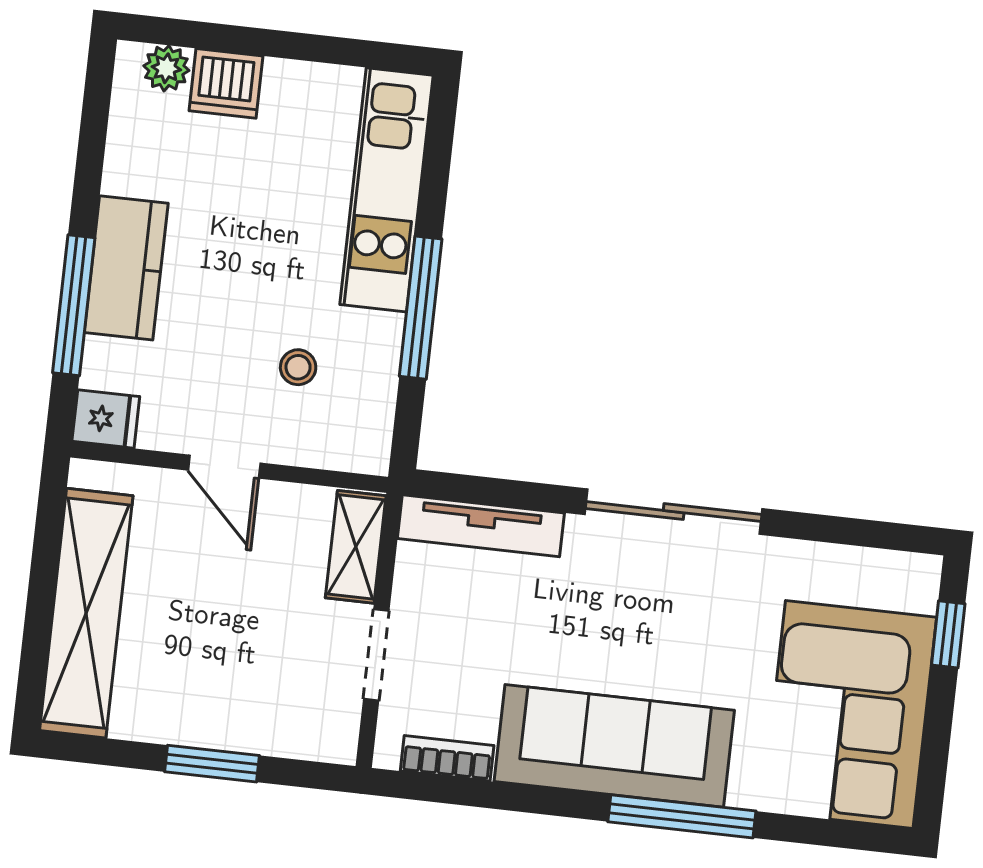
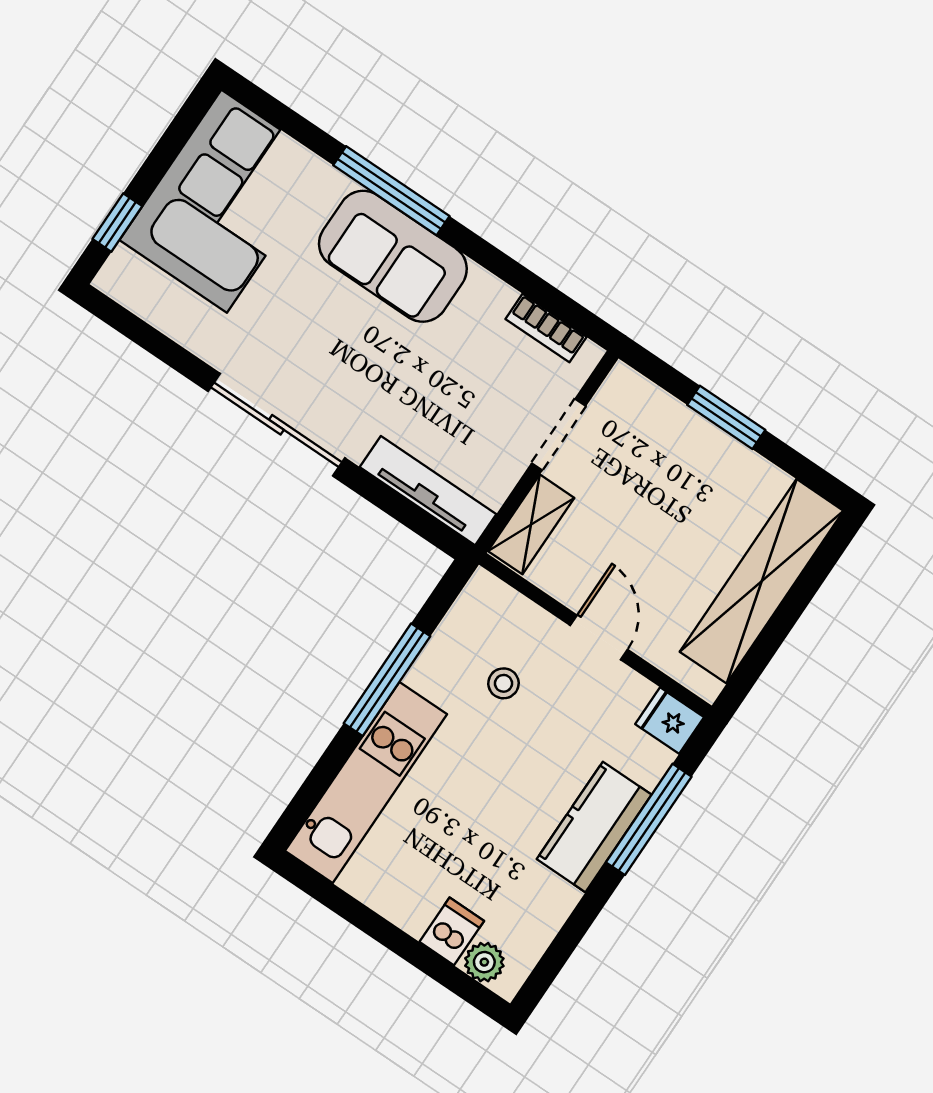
dishwasher: (226, 83) -> (452, 931), width x0.73
sofa: (614, 746) -> (393, 256), width x0.73

